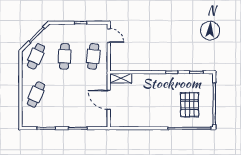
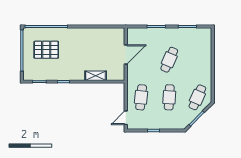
door: (109, 36) -> (126, 118), hinge flipped
shelving: (121, 78) -> (96, 76), moved
cafe table: (36, 95) -> (169, 60), moved
door: (109, 100) -> (126, 55), hinge flipped
pallet: (190, 105) -> (46, 50), turned 90

